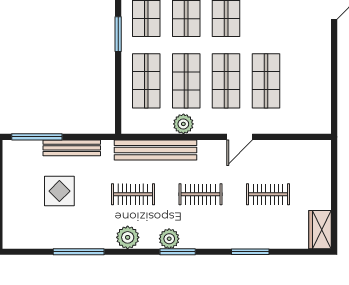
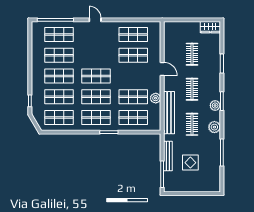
shop shelf: (226, 81) -> (133, 34), moved

